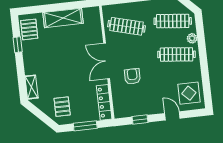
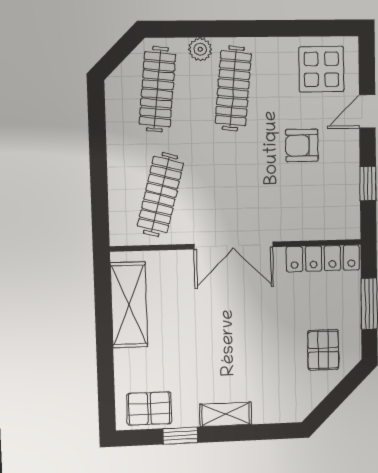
shelving: (63, 18) -> (129, 305), moved
armchair: (132, 76) -> (302, 145), moved
shelving: (32, 87) -> (226, 414), moved
pallet: (62, 107) -> (323, 350), turned 90

